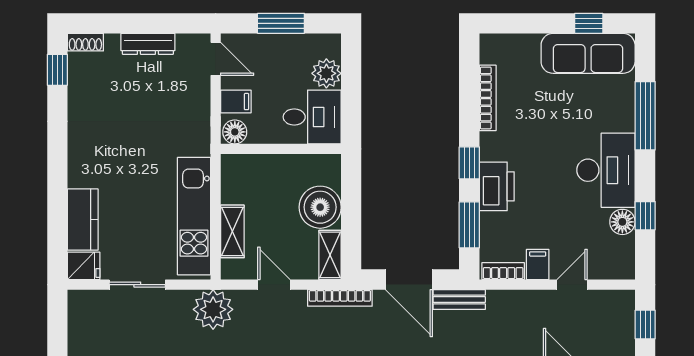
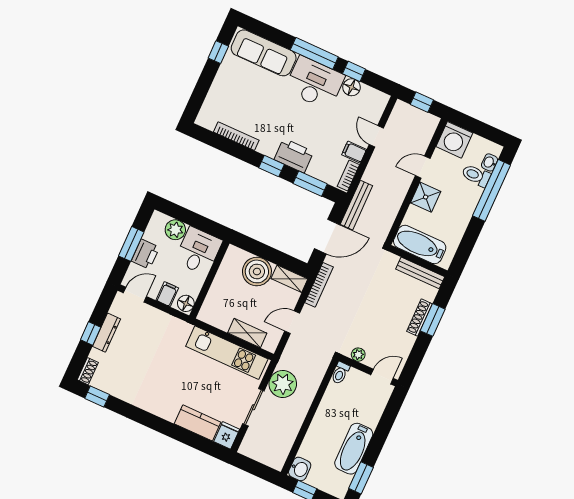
window: (137, 23) -> (91, 334), added
printer: (276, 48) -> (145, 254), added
sofa: (588, 53) -> (264, 53), moved, turned 90
window: (645, 116) -> (314, 53), moved
bench: (459, 300) -> (356, 205), width x1.36
plant: (213, 309) -> (283, 384), moved

